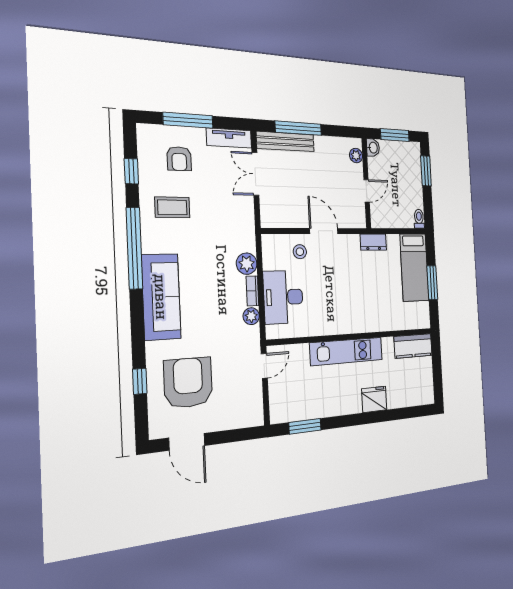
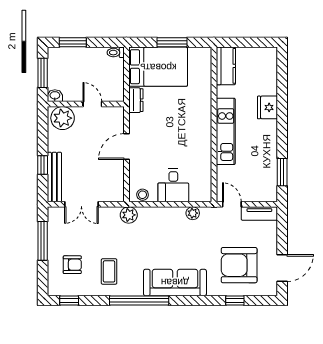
window: (188, 120) -> (43, 241), moved
window: (298, 128) -> (43, 165), width x0.46
tv unit: (229, 138) -> (259, 213), moved, turned 90
plant: (356, 156) -> (63, 118), width x1.87, depth x1.87
window: (131, 171) -> (69, 300), moved
stool: (300, 252) -> (143, 195), moved
plant: (247, 264) -> (129, 215), moved
bed: (414, 267) -> (158, 67), width x1.50
bookcase: (252, 291) -> (173, 211), removed
desk: (283, 297) -> (173, 185), width x0.73

